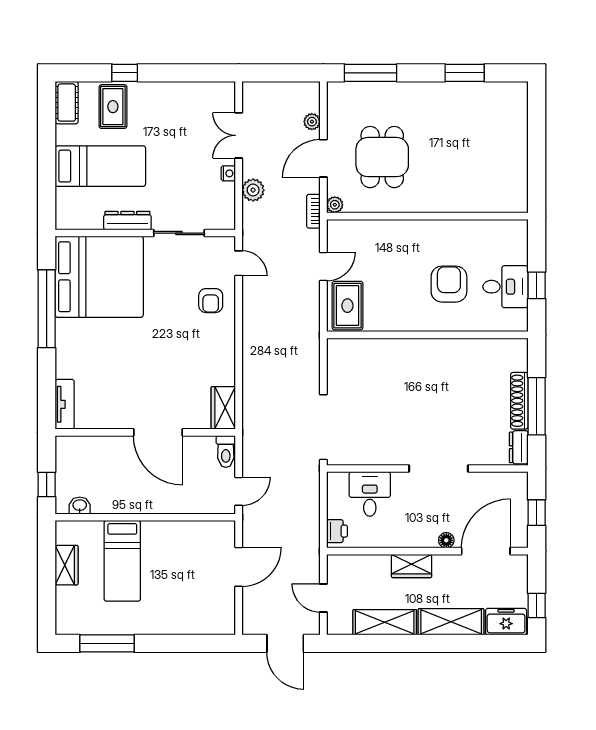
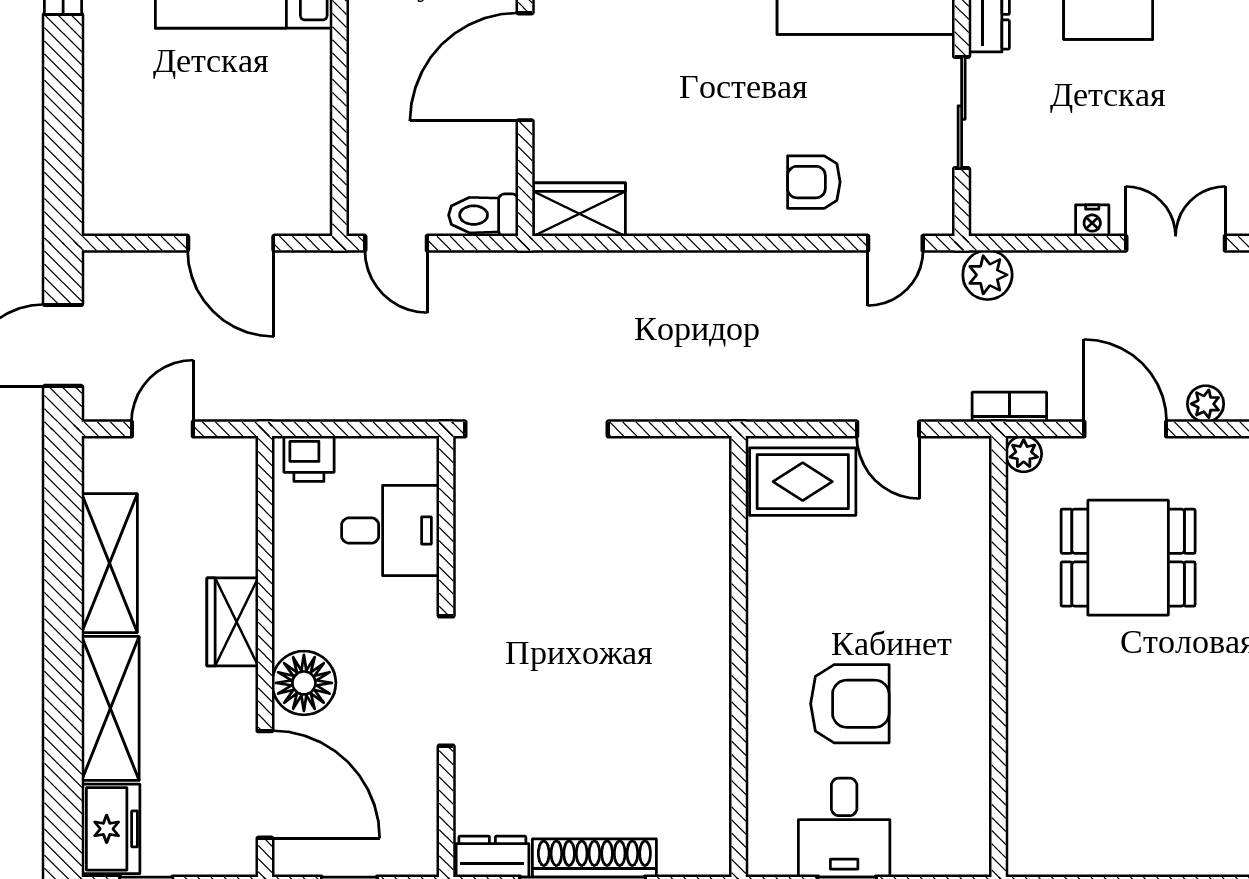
plant: (253, 190) -> (987, 275), moved
floor lamp: (446, 540) -> (304, 683), width x1.89, depth x1.89

